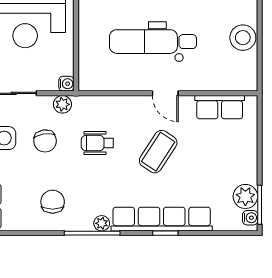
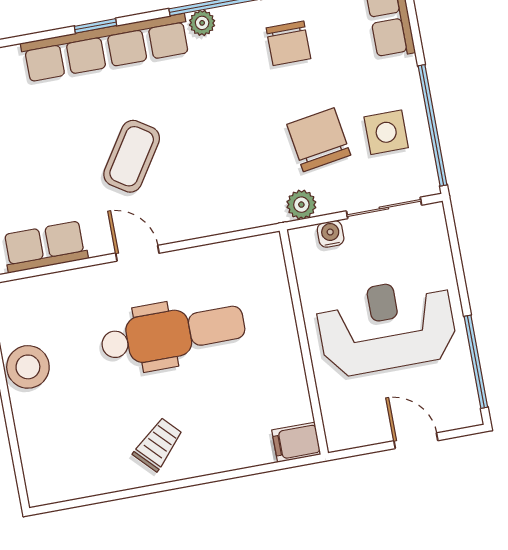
water cooler: (66, 84) -> (331, 234), moved, turned 90
chair: (45, 141) -> (319, 140), width x1.37, depth x1.37
wheelchair: (97, 143) -> (233, 152), removed

